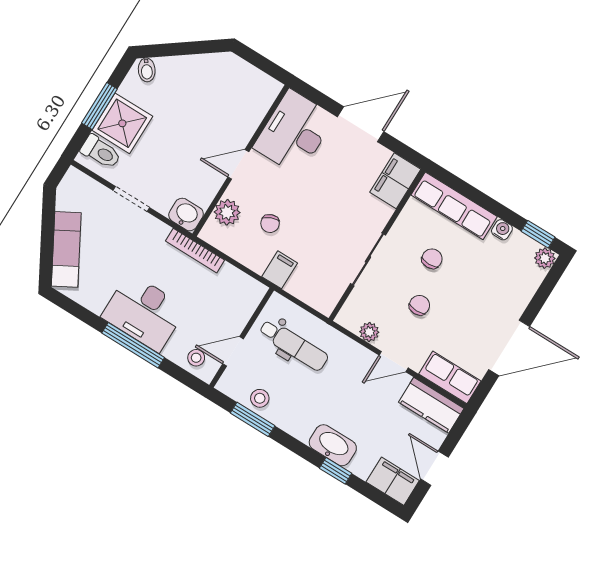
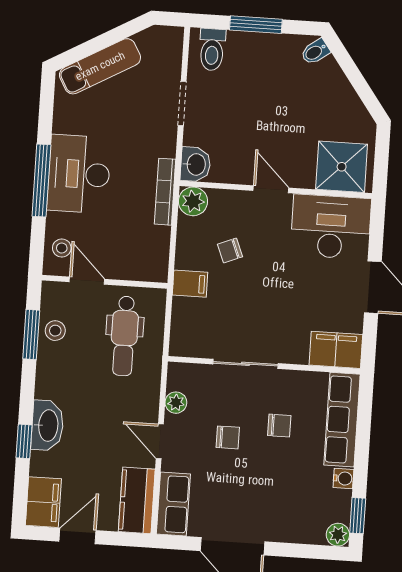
shower: (122, 123) -> (342, 167), moved
plant: (227, 212) -> (193, 201), moved

